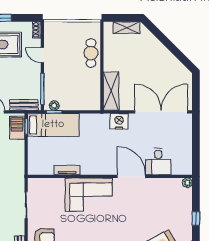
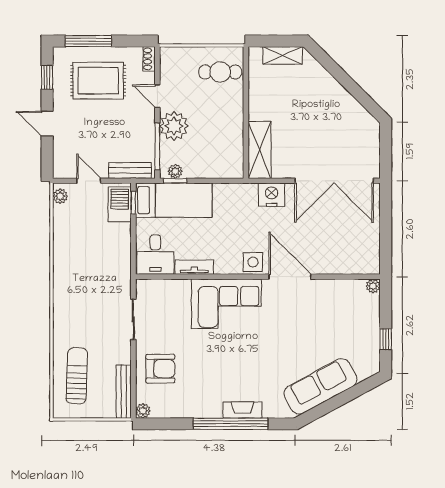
cafe table: (91, 53) -> (220, 72), moved, turned 90
plant: (53, 75) -> (174, 126), added
double door: (161, 112) -> (334, 181), swing flipped
desk: (158, 162) -> (155, 255), moved
side table: (107, 167) -> (253, 262), added

